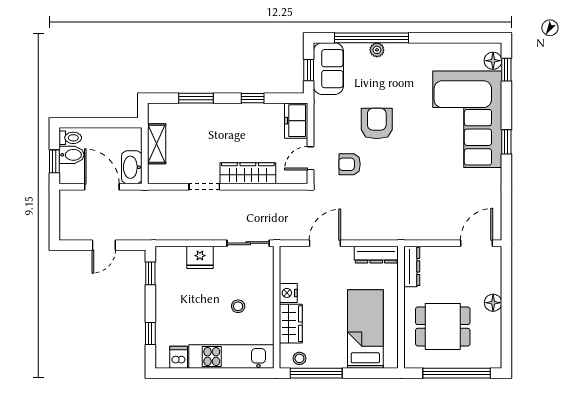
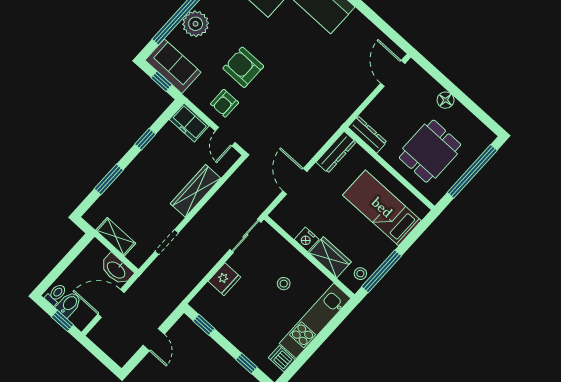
plant: (377, 50) -> (196, 24), width x1.88, depth x1.88
armchair: (350, 164) -> (225, 103), moved
doorway: (204, 187) -> (167, 242), moved

